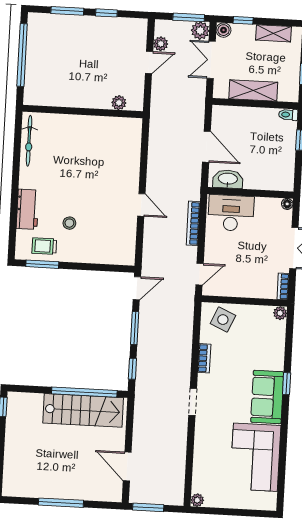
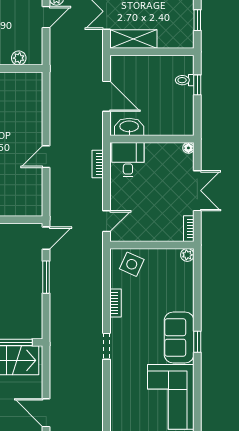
shelving: (253, 90) -> (133, 39), moved
toilet: (288, 115) -> (185, 80), moved
door: (141, 205) -> (46, 157), swing flipped
desk: (231, 213) -> (128, 160), width x0.73
bookcase: (193, 223) -> (98, 164), width x0.64
window: (132, 369) -> (46, 317), removed
window: (287, 384) -> (197, 342), moved

